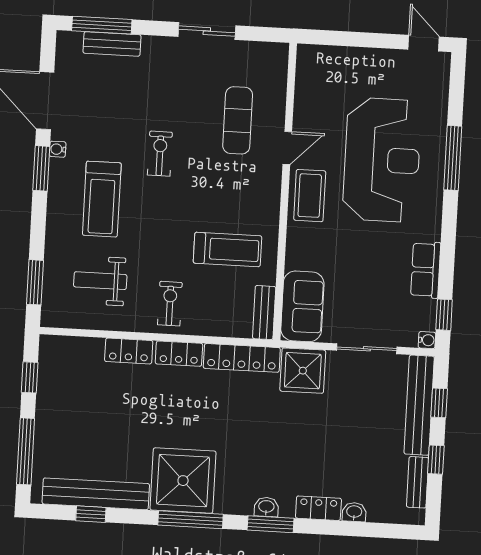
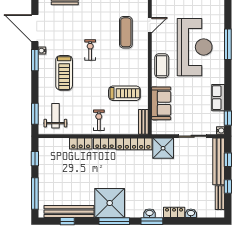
door: (287, 148) -> (150, 25), moved
weight bench: (100, 281) -> (55, 116), moved, turned 90
sofa: (302, 306) -> (161, 103), moved

